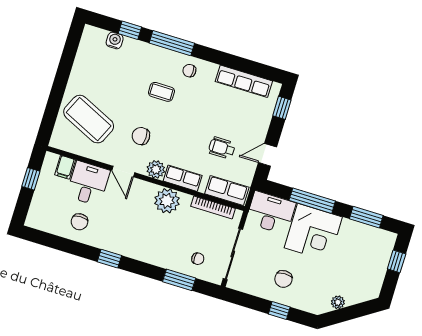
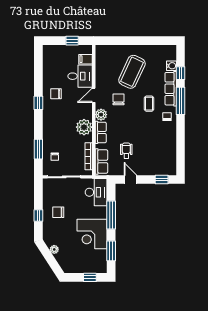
row of seats: (244, 81) -> (171, 89), moved
coffee table: (89, 119) -> (132, 72), moved
chair: (79, 222) -> (56, 94), moved
corner desk: (313, 232) -> (92, 234), moved

